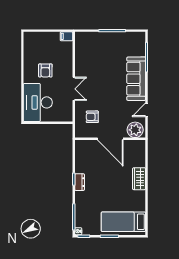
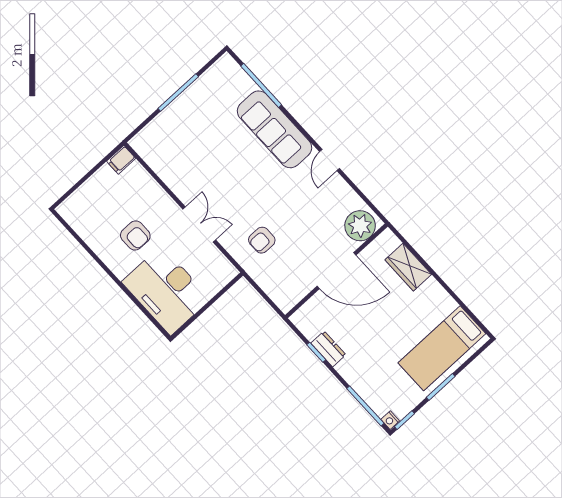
plant: (135, 130) -> (360, 226), moved
door: (110, 139) -> (336, 271), moved
wall: (110, 139) -> (336, 271), moved

